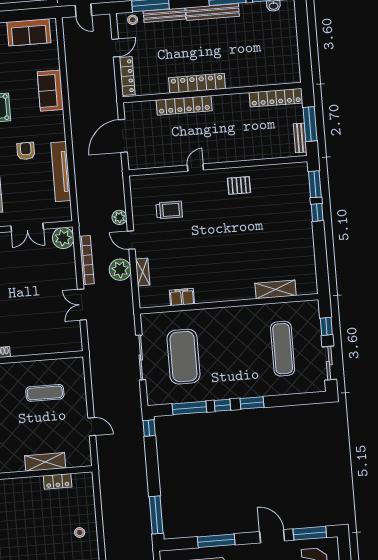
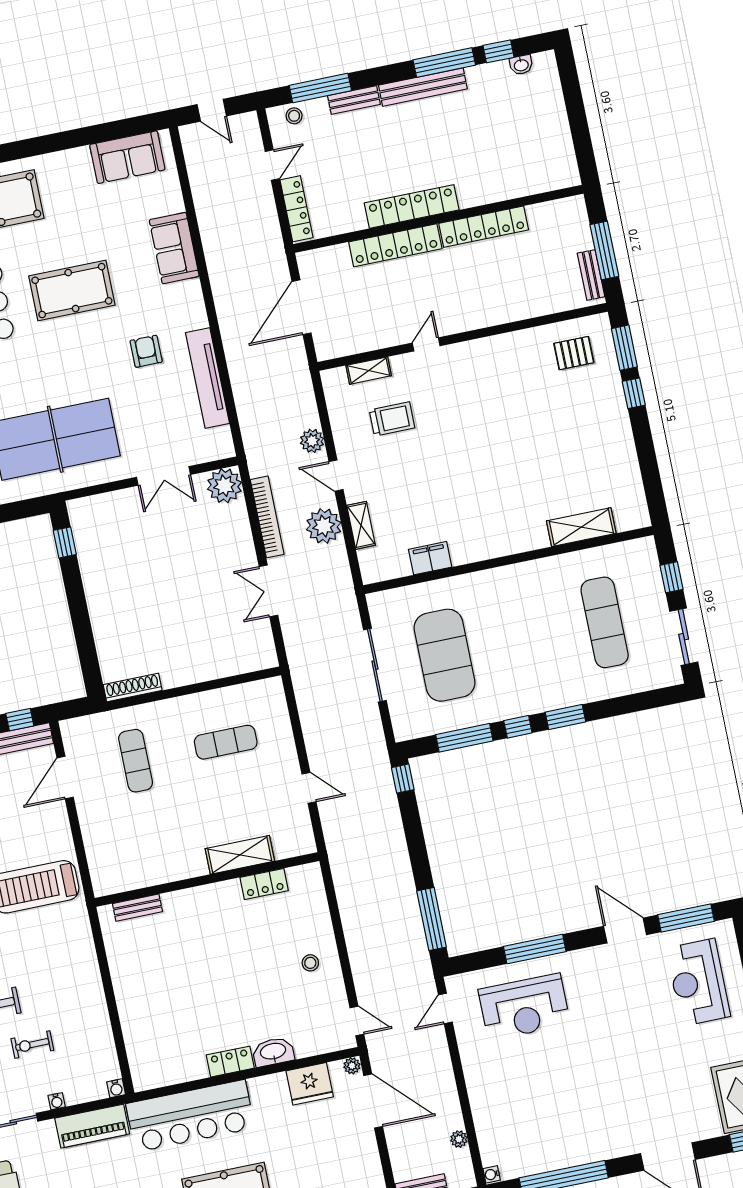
bench: (164, 15) -> (354, 100), width x0.73
locker: (276, 98) -> (484, 227), moved
shelving: (159, 179) -> (369, 371), added
pallet: (239, 185) -> (574, 353), moved

